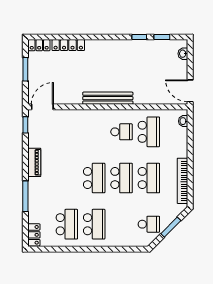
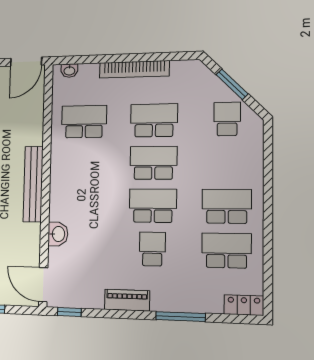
washbasin: (75, 116) -> (58, 234), added
school desk: (121, 132) -> (152, 249), moved
bookcase: (183, 181) -> (134, 69), moved

